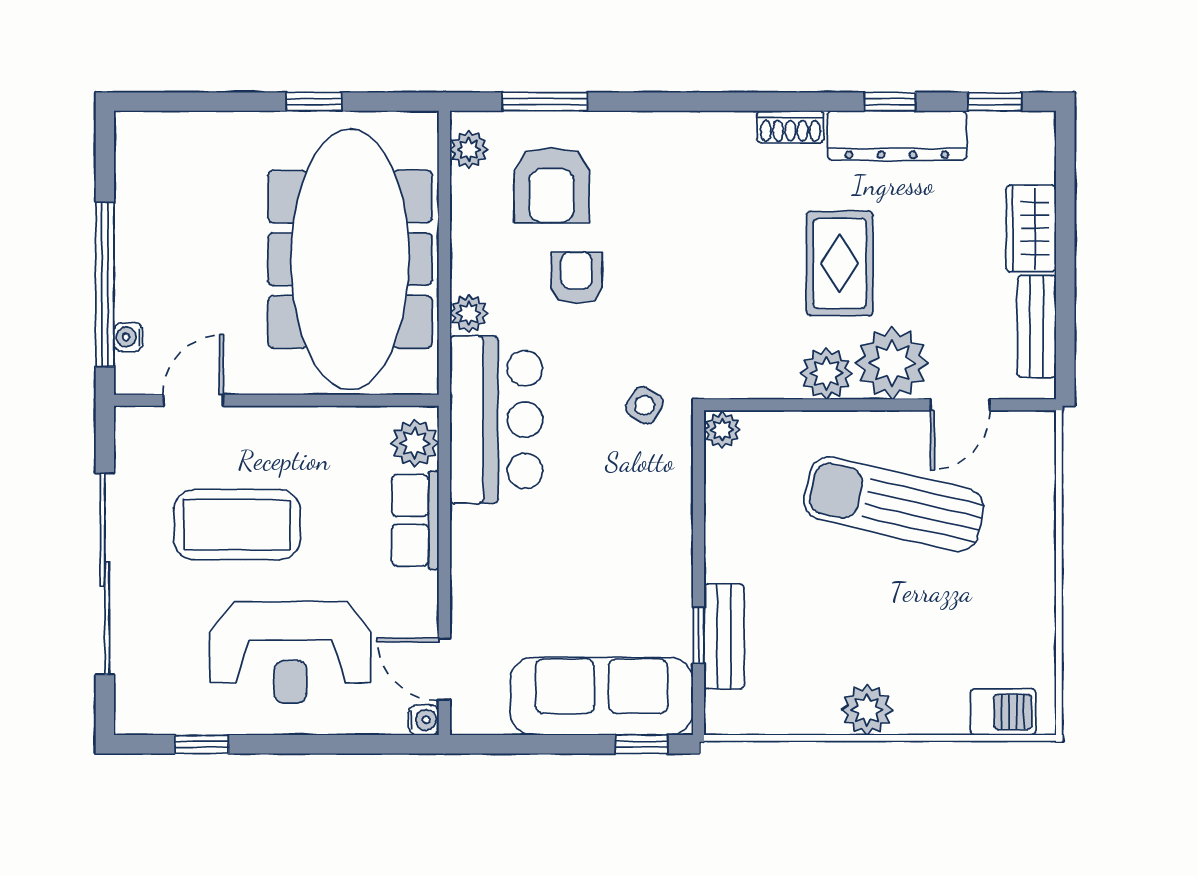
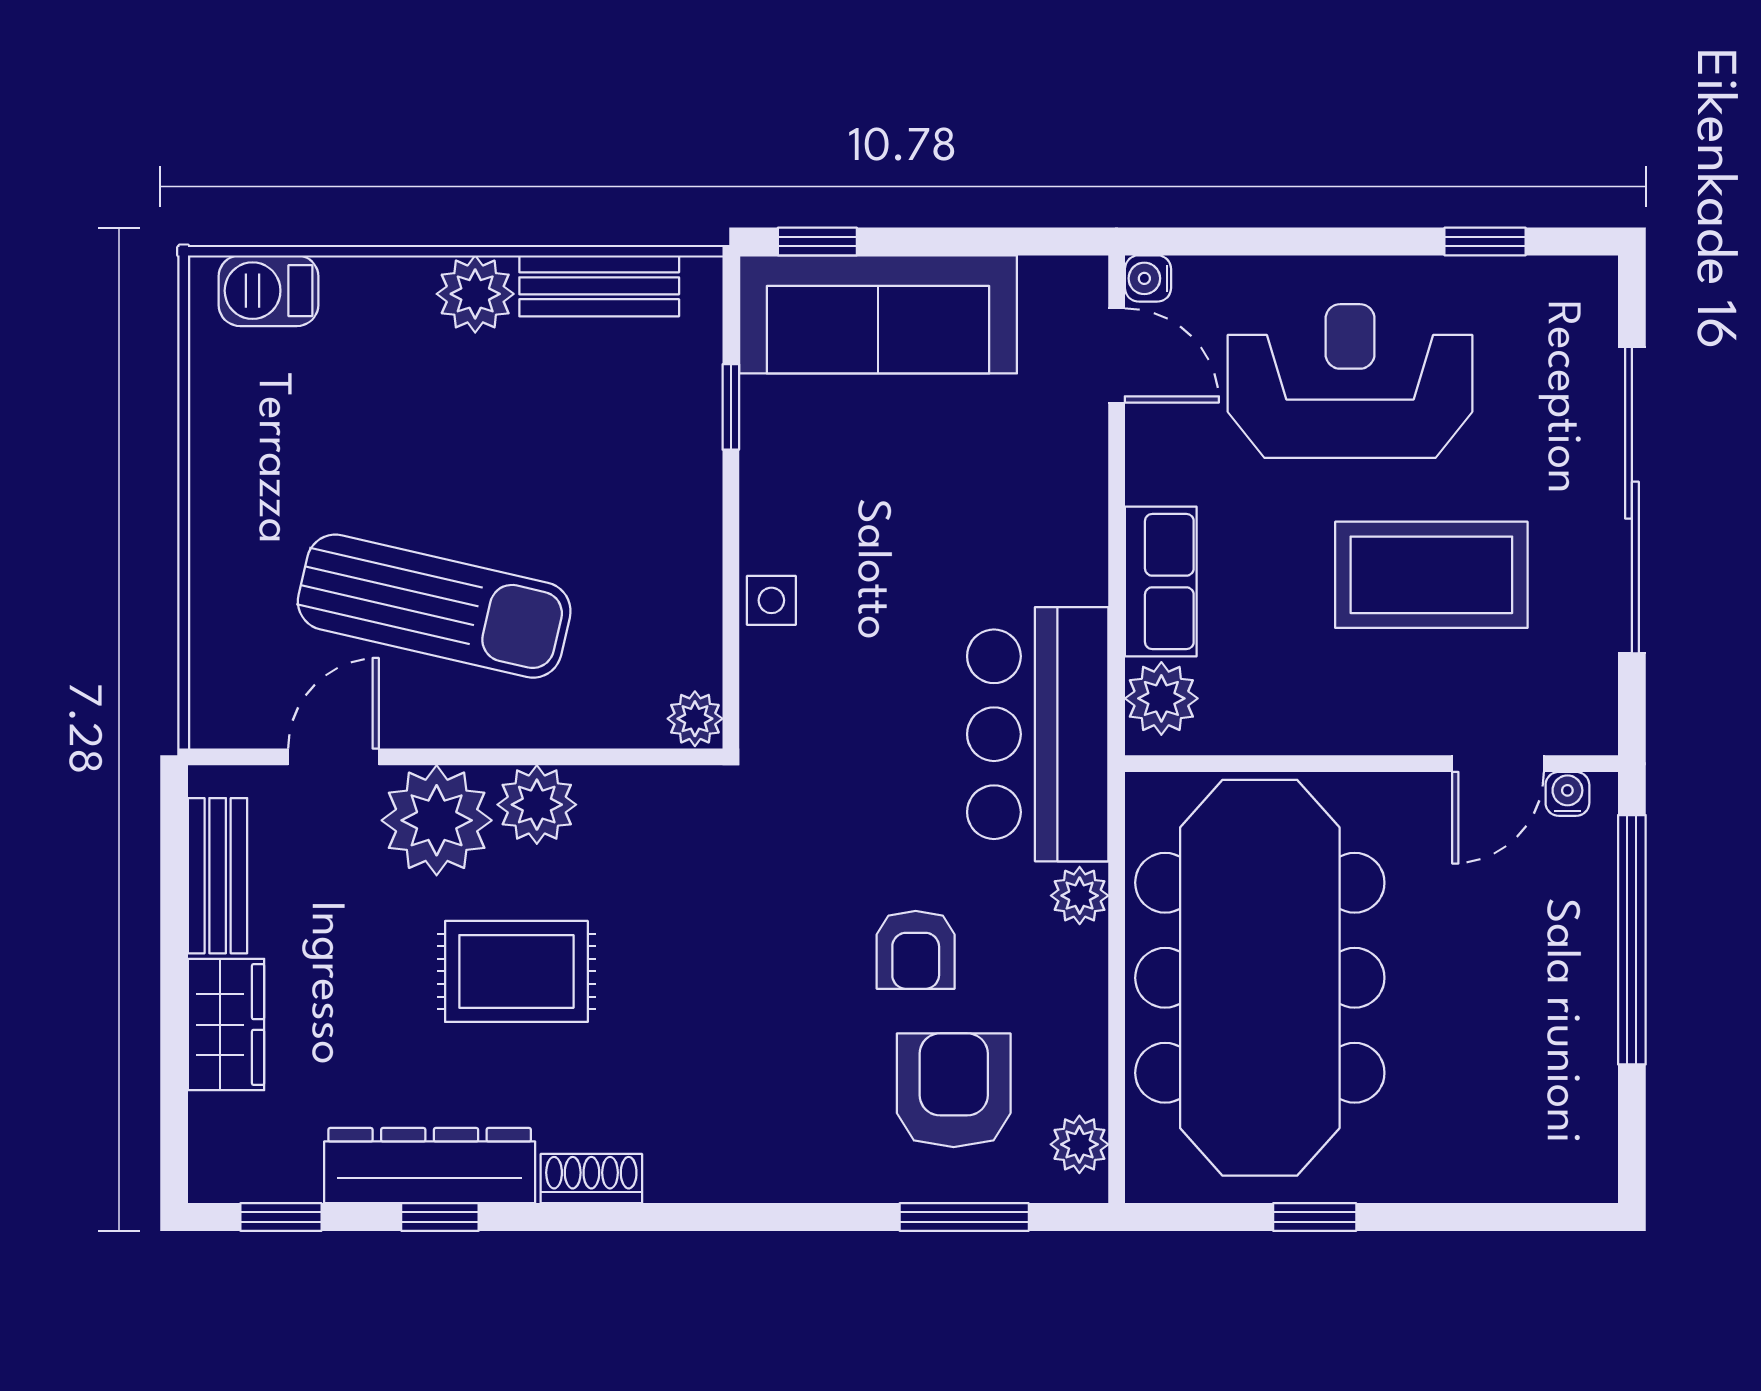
rug: (840, 263) -> (516, 971), turned 90
water cooler: (128, 337) -> (1567, 794), moved, turned -90
side table: (645, 405) -> (771, 600), moved, turned -32
bench: (724, 636) -> (599, 286), moved, turned 90

